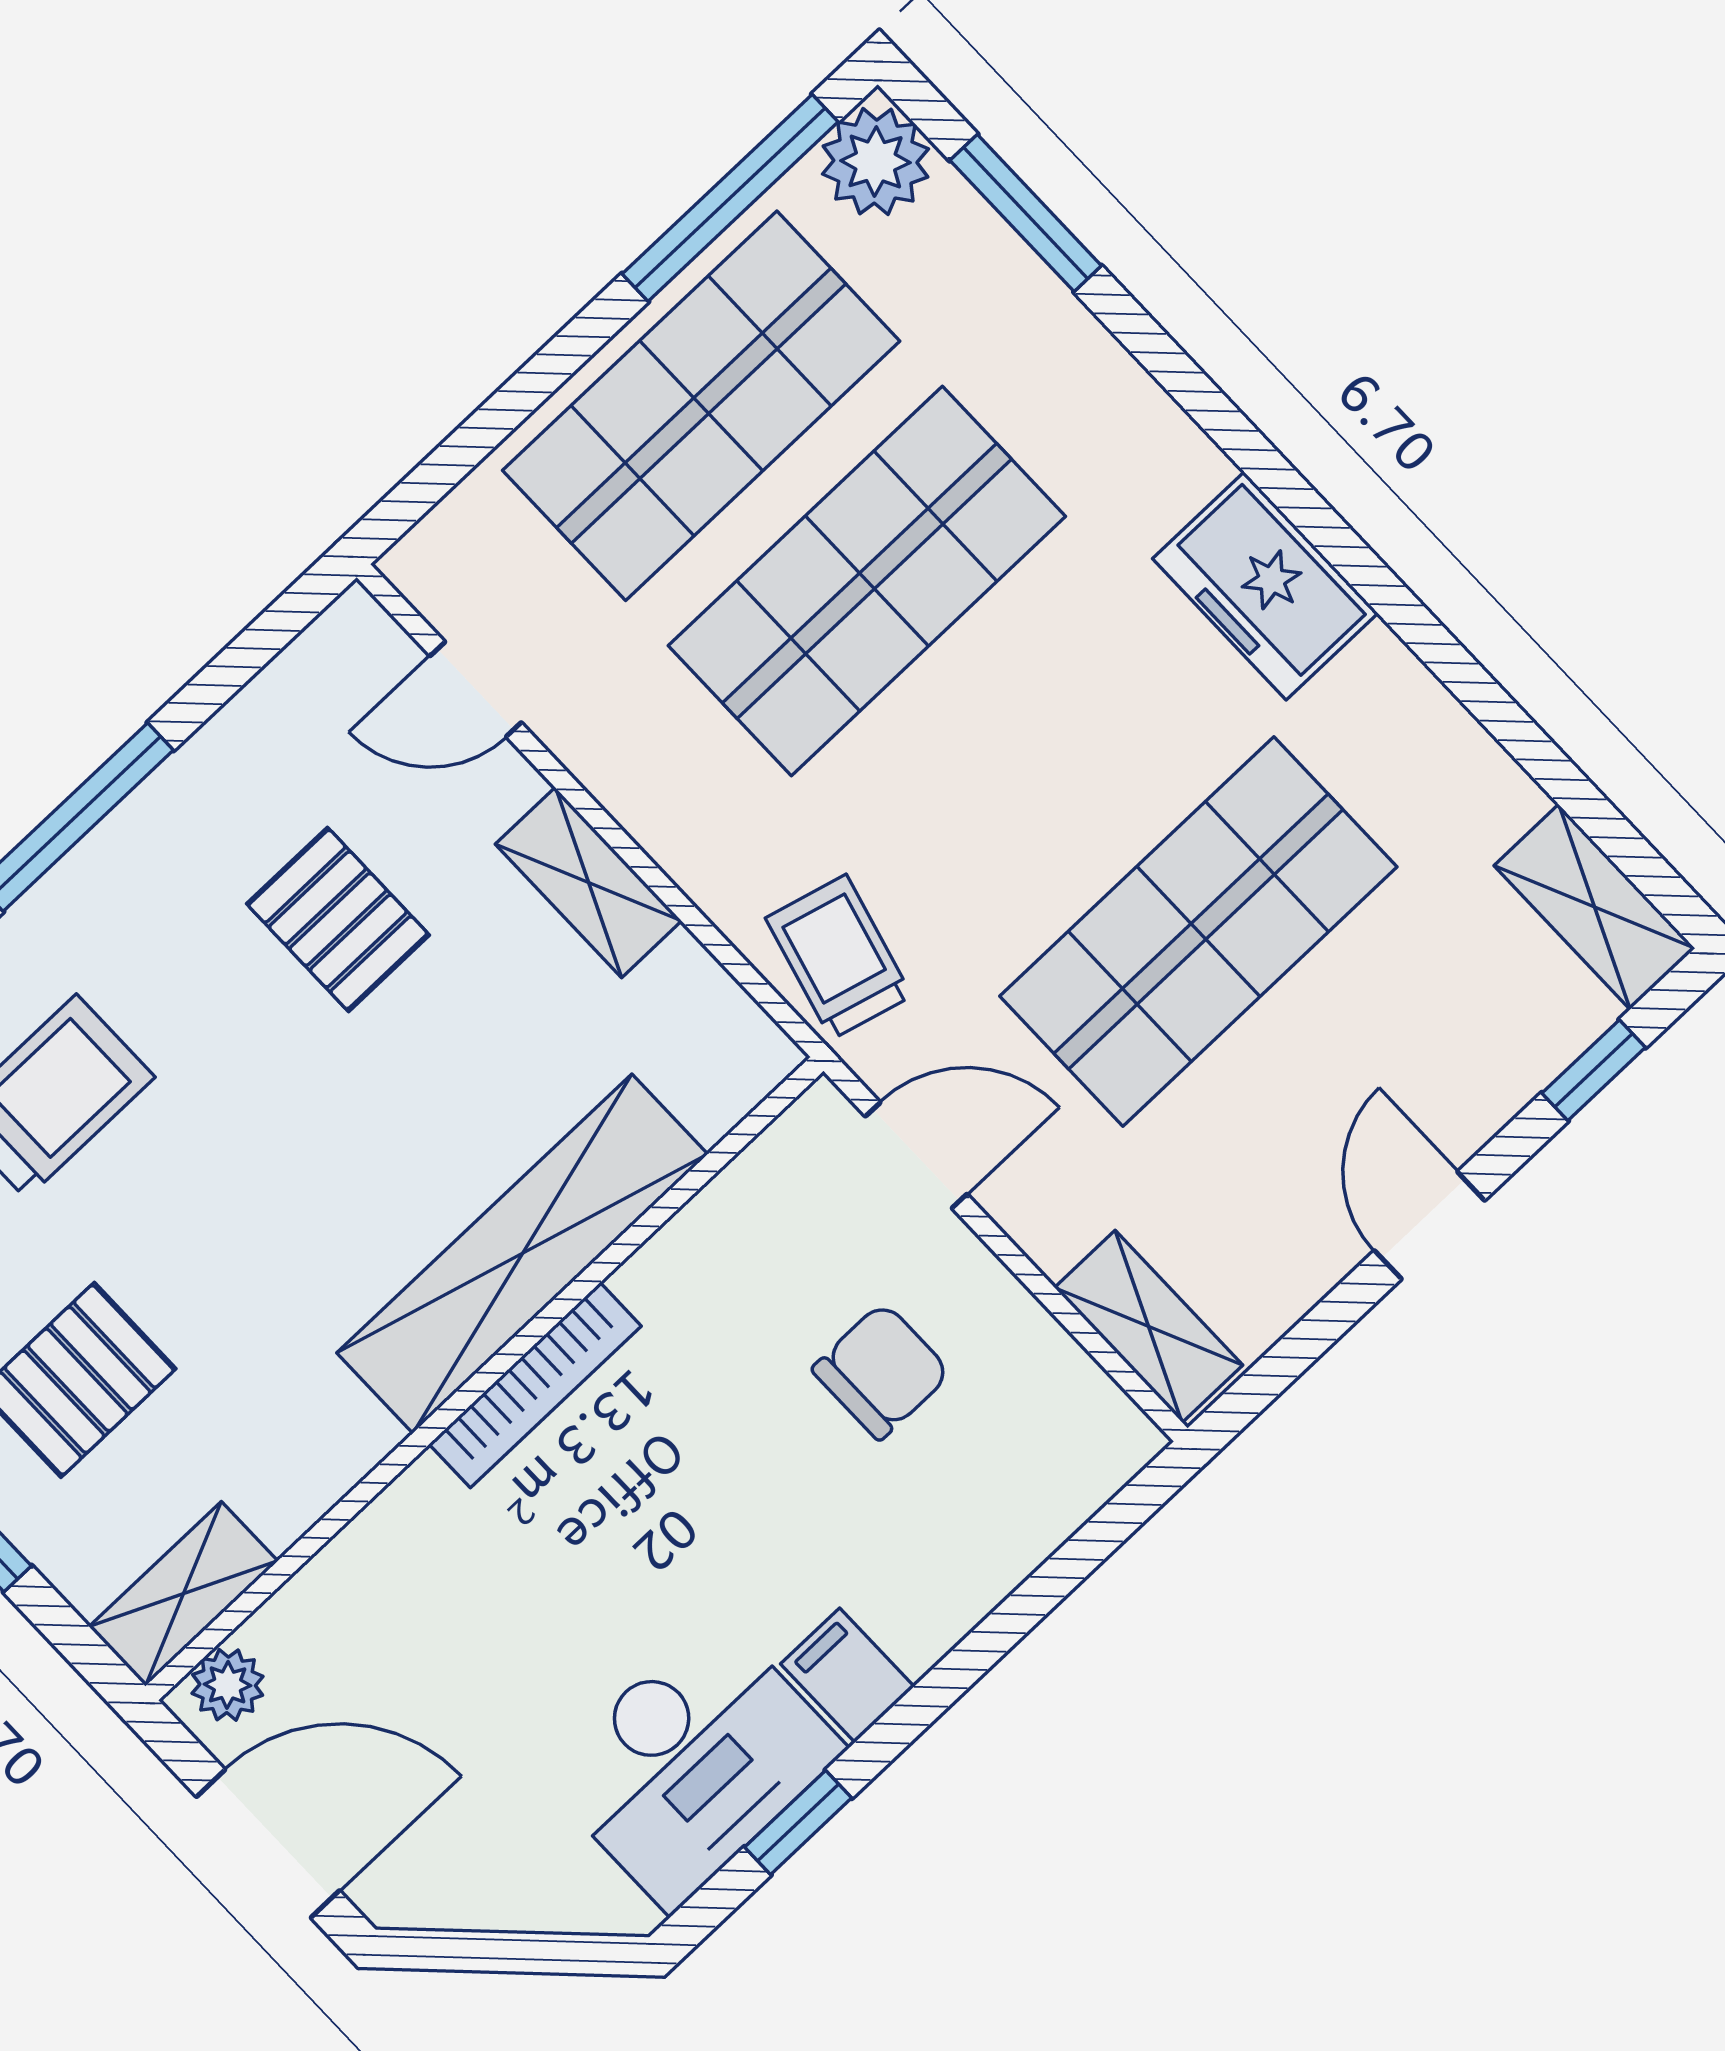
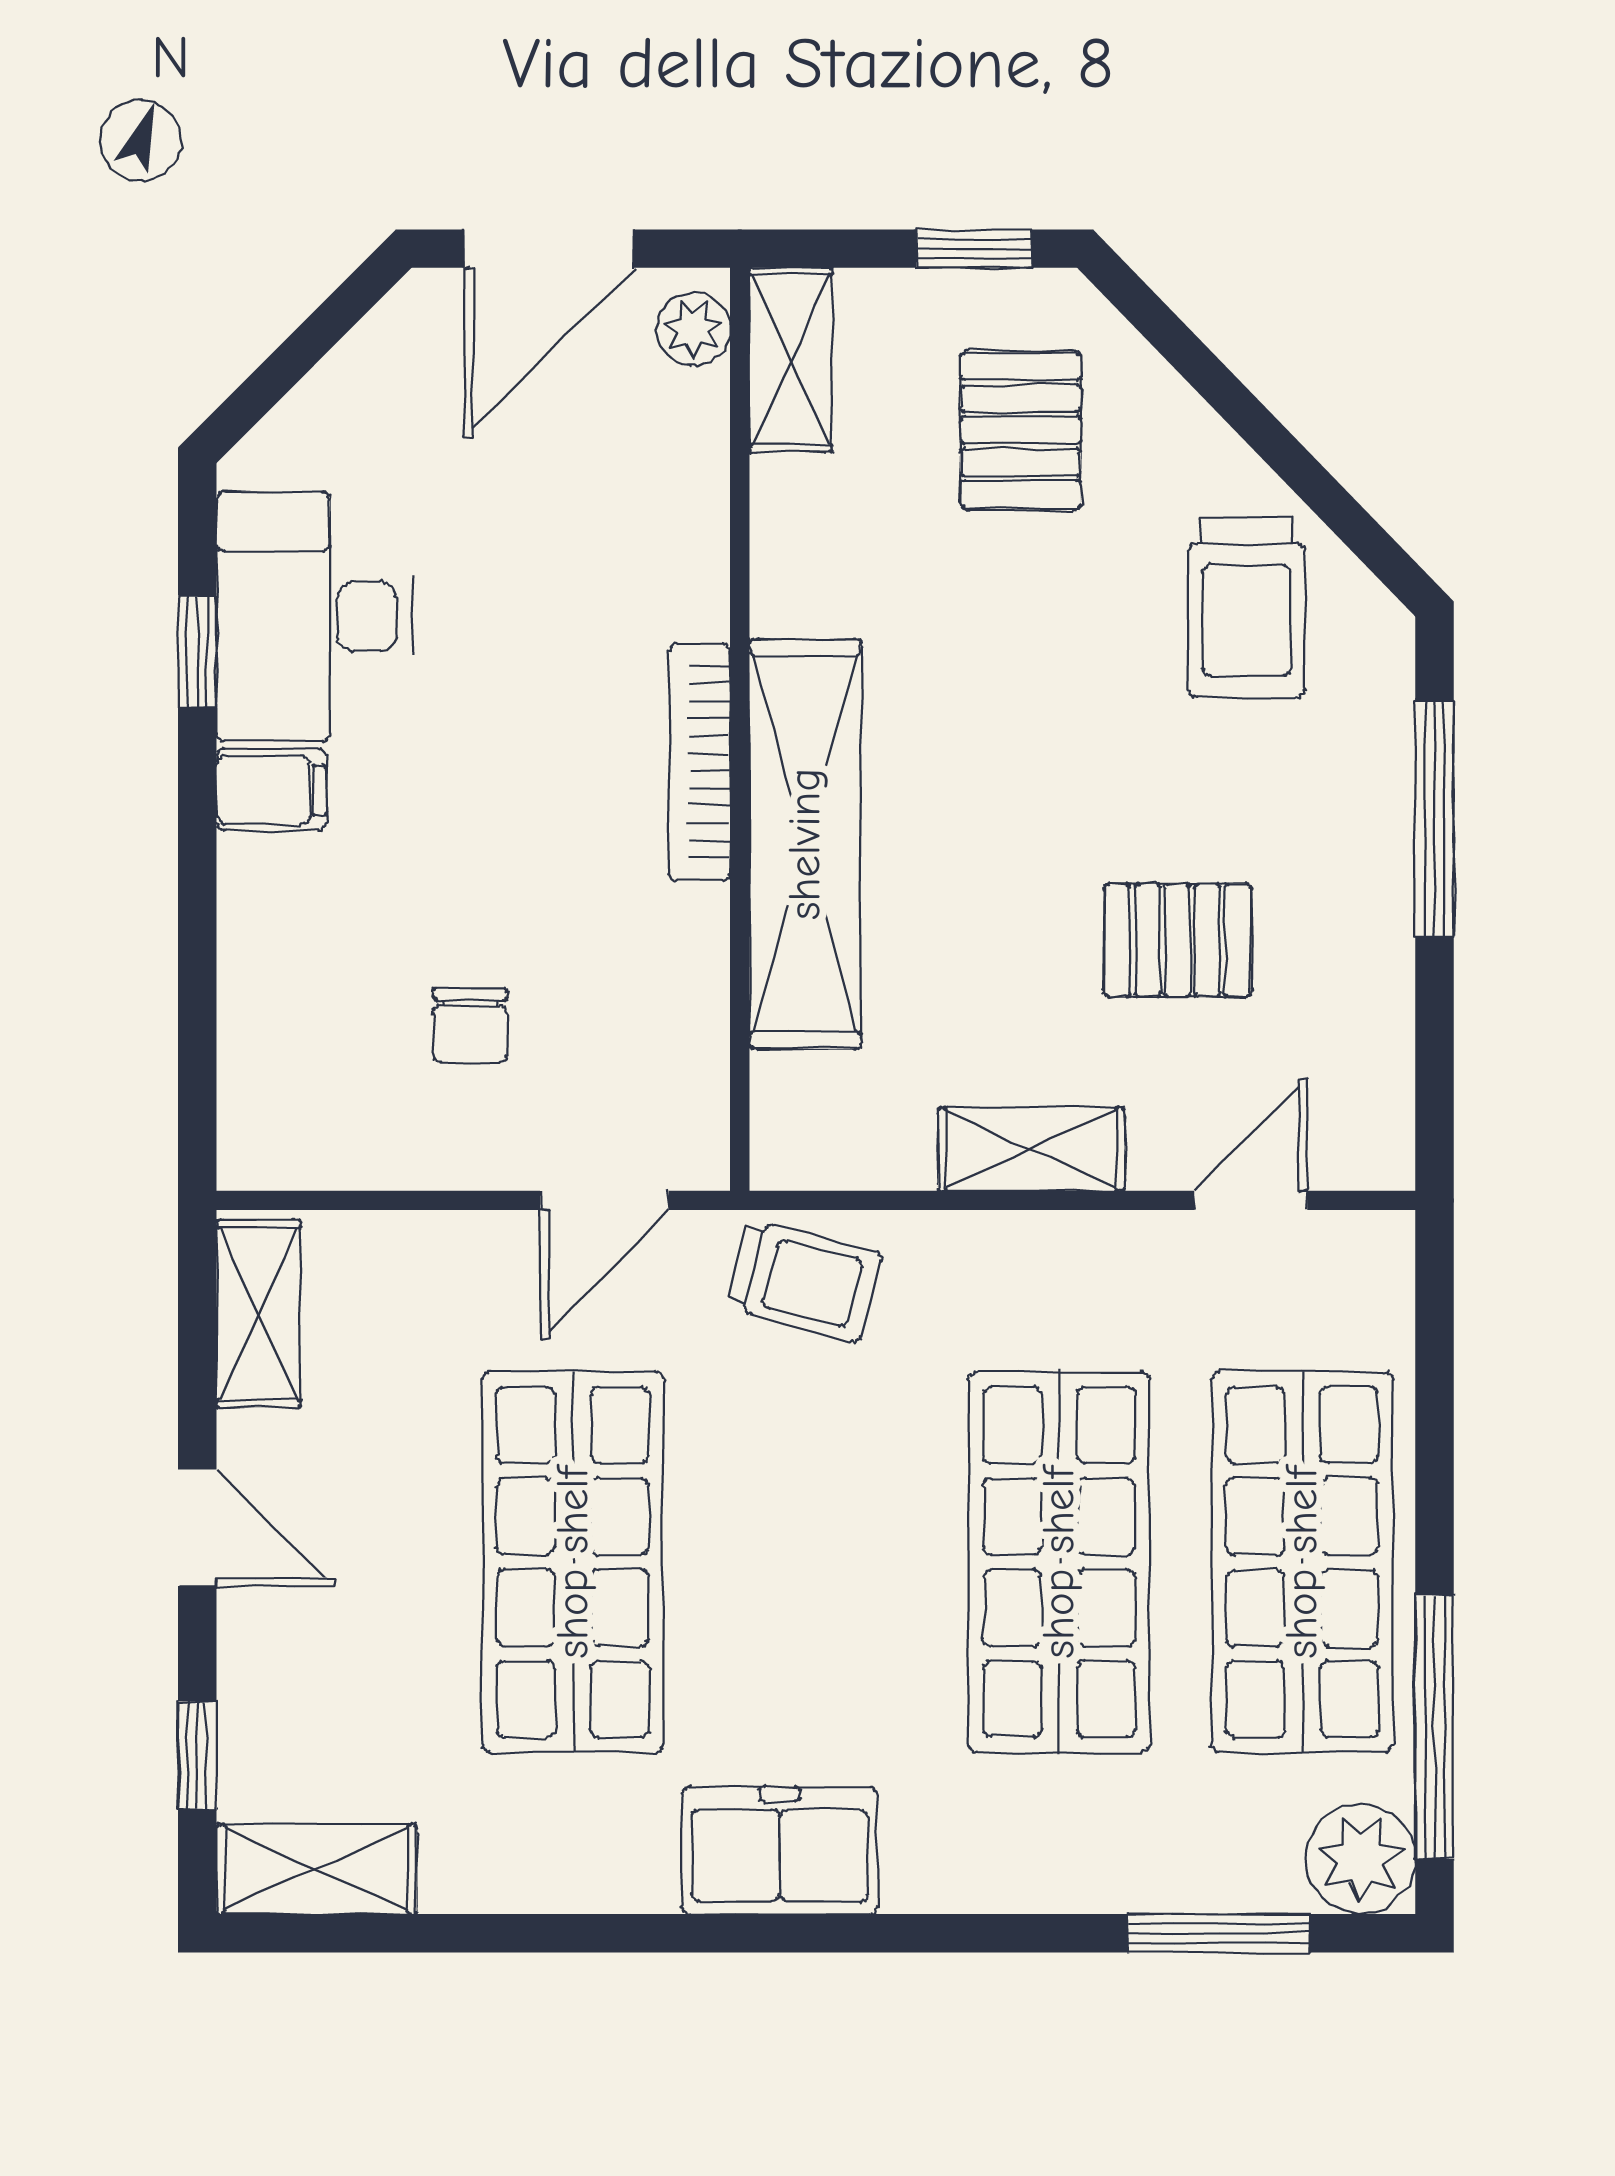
shelving: (1149, 1326) -> (258, 1314), moved, turned 90
chair: (881, 1371) -> (470, 1025), width x0.73, depth x0.73

